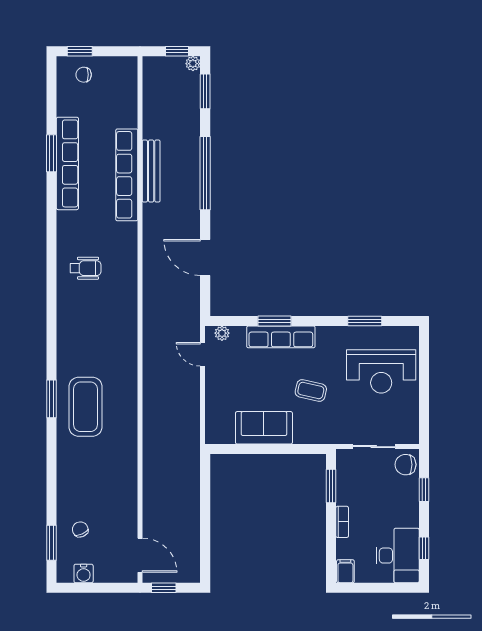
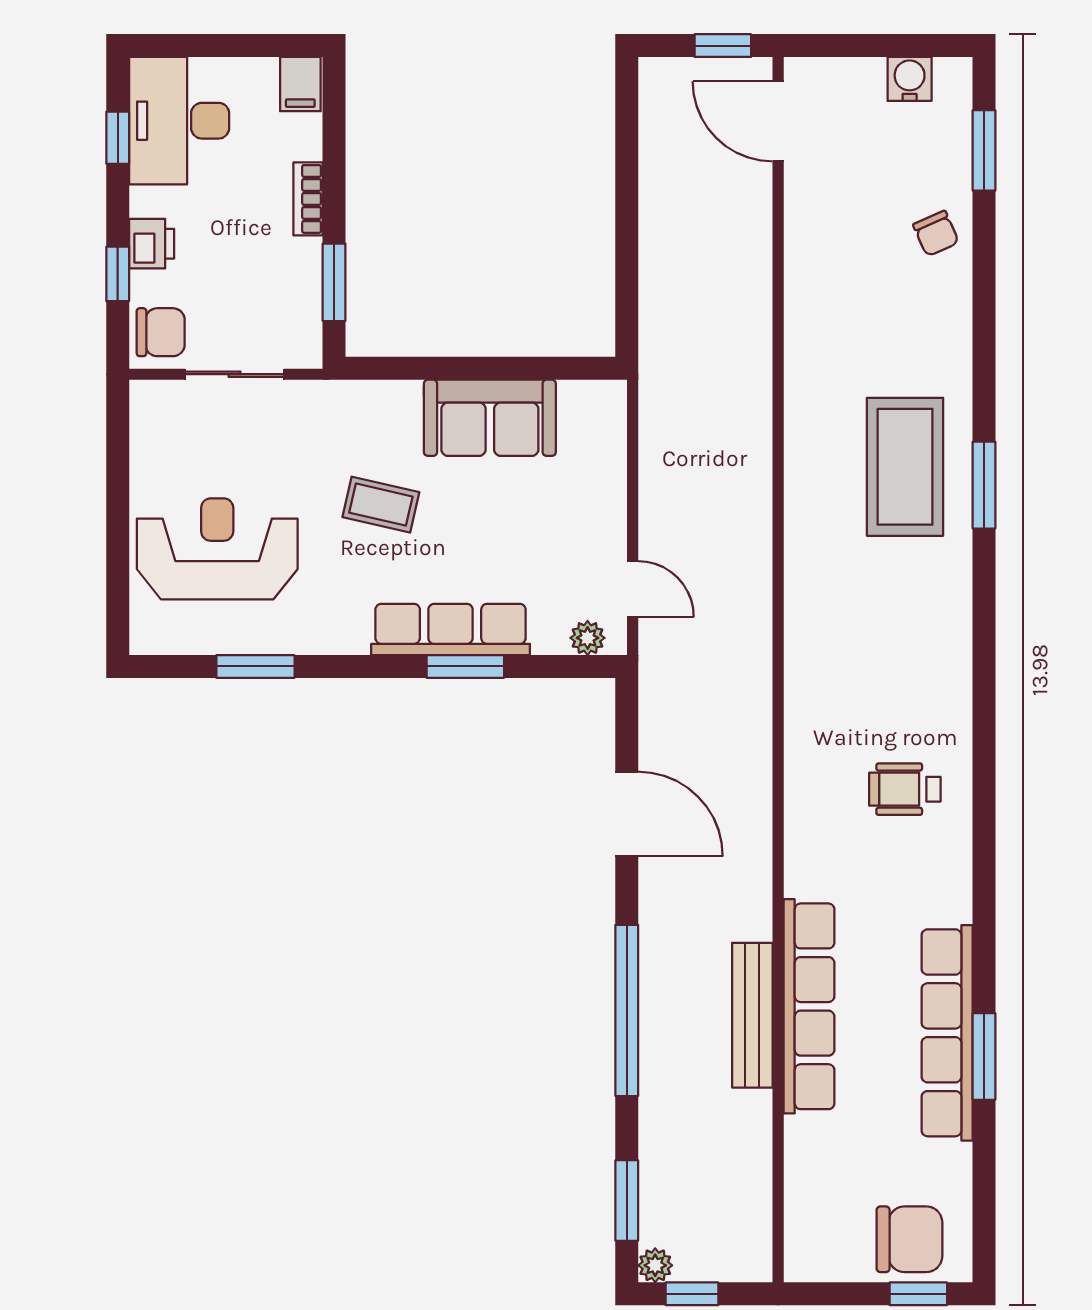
chair: (84, 75) -> (909, 1239), width x1.87, depth x1.87
printer: (409, 503) -> (152, 244), added
chair: (80, 529) -> (936, 233), moved

